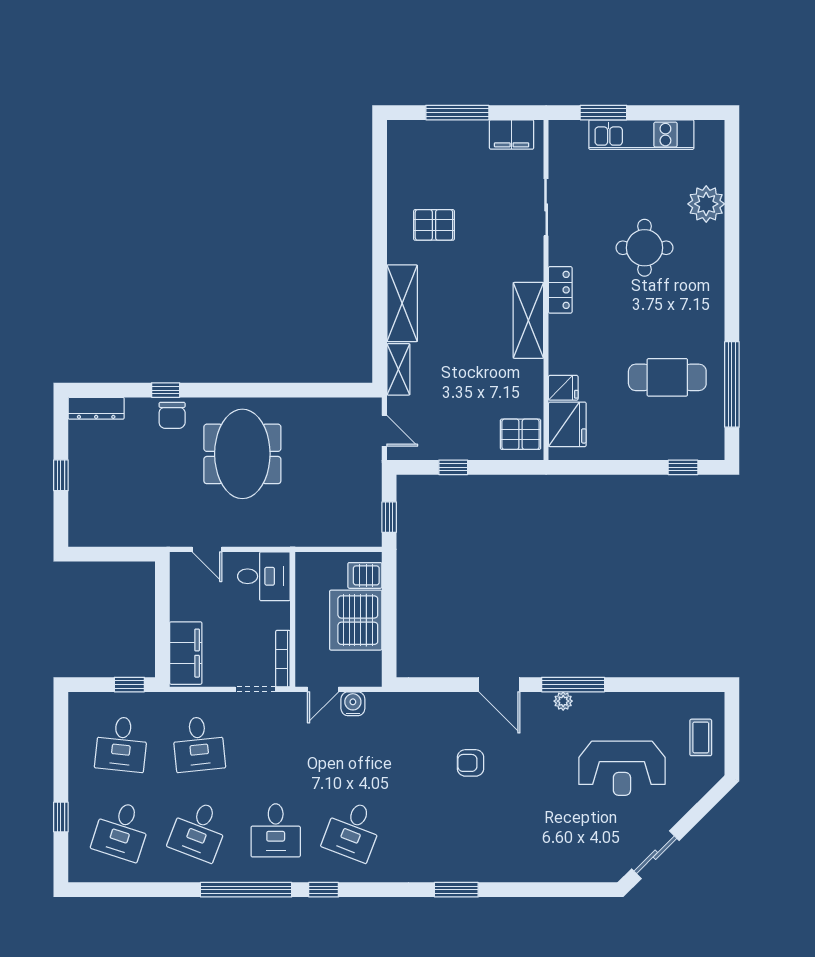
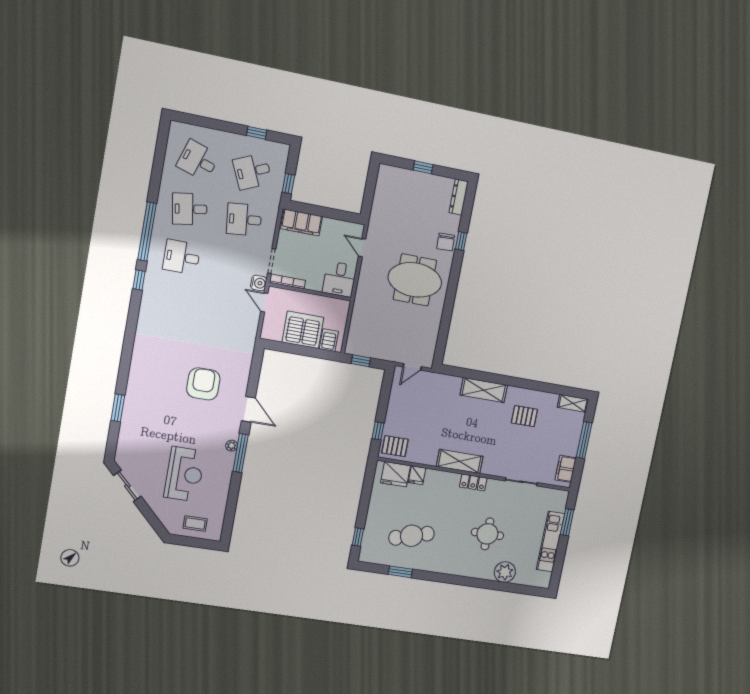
pallet: (434, 225) -> (524, 416), turned 90
shelving: (398, 369) -> (573, 403), moved
cafe table: (667, 377) -> (412, 536), turned 74
window: (732, 384) -> (400, 572), width x0.47
chair: (172, 415) -> (446, 242), turned -92
pallet: (521, 434) -> (395, 446), turned 90
window: (453, 467) -> (378, 431), moved
door: (207, 549) -> (362, 248), hinge flipped
door: (499, 685) -> (248, 409), swing flipped
water cooler: (353, 704) -> (259, 283), moved
desk: (122, 744) -> (252, 171), turned -30
armchair: (470, 763) -> (203, 384), width x1.88, depth x1.88
reception desk: (622, 768) -> (184, 474), turned 180
window: (61, 817) -> (257, 133), moved
desk: (199, 830) -> (190, 209), turned -30
desk: (353, 830) -> (174, 305), removed
window: (456, 890) -> (118, 408), moved

